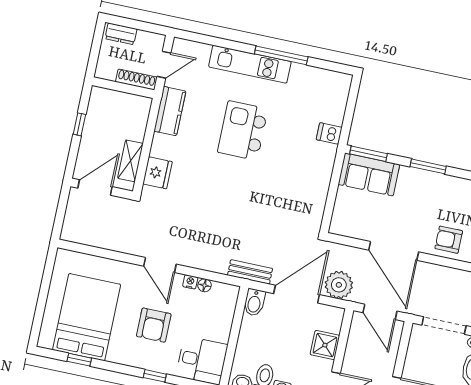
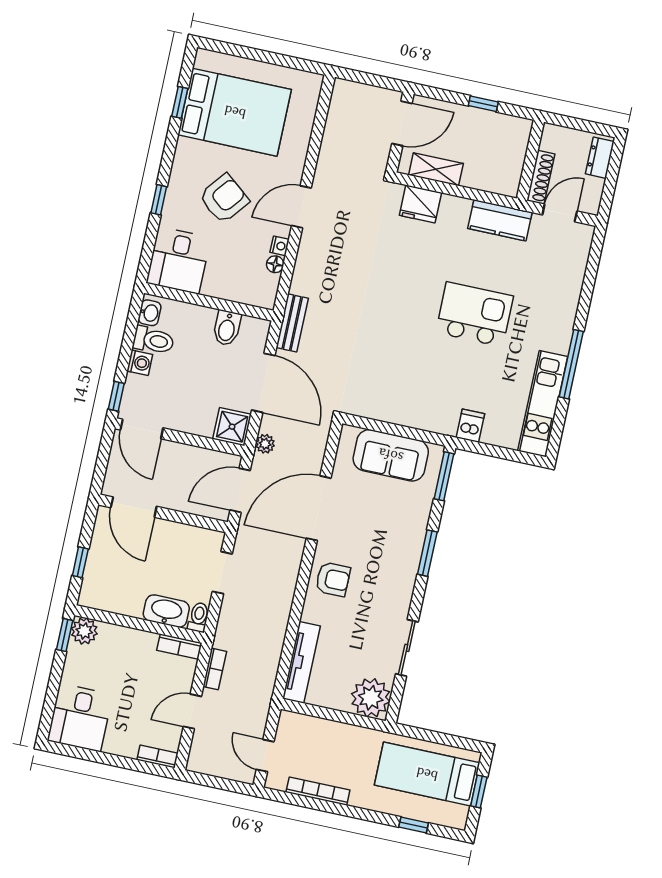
kitchen unit: (250, 64) -> (543, 404), moved
door: (164, 65) -> (560, 213), swing flipped
sofa: (369, 174) -> (391, 455), moved, turned -90
door: (95, 187) -> (402, 123), hinge flipped
armchair: (449, 240) -> (333, 579), turned 90
plant: (339, 285) -> (265, 444), width x0.53, depth x0.53
bidet: (254, 302) -> (227, 328), moved, turned -90
armchair: (154, 325) -> (224, 199), turned 129
doorway: (444, 325) -> (222, 573), width x0.73
shower: (325, 345) -> (232, 427), moved

